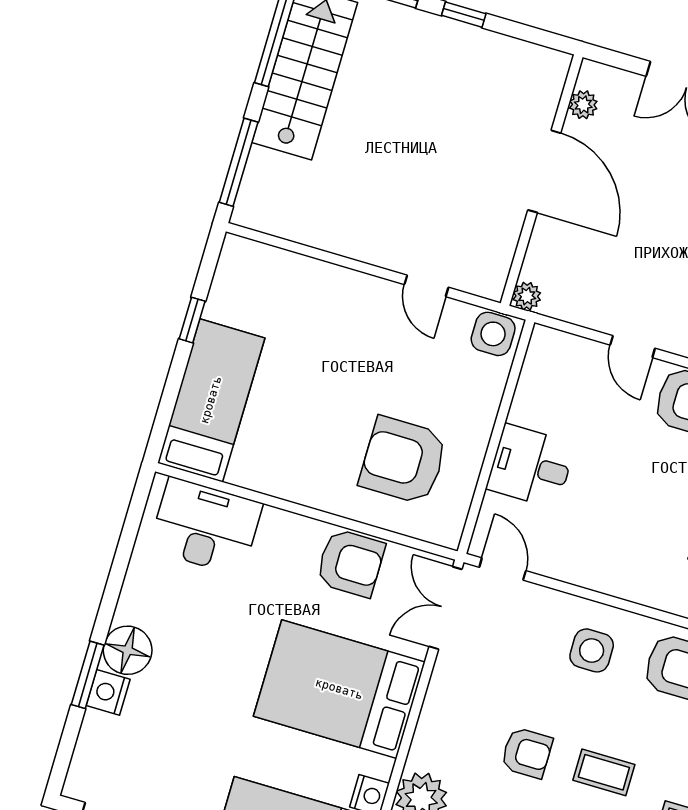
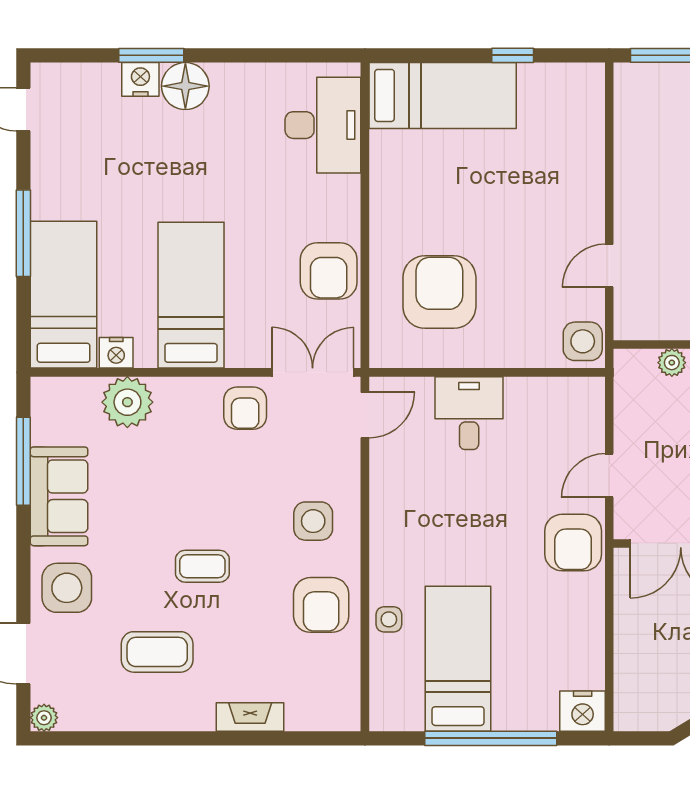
plant: (527, 296) -> (672, 363), moved
bed: (339, 689) -> (191, 295), width x0.67
armchair: (527, 753) -> (245, 408), moved
coffee table: (604, 772) -> (202, 566), turned 90

